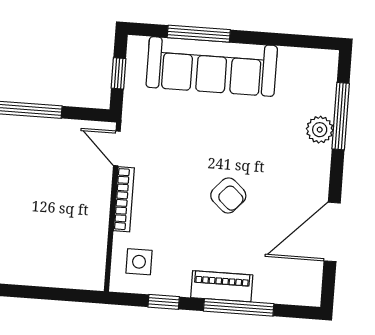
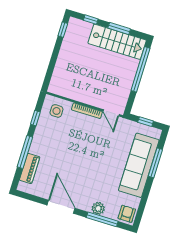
door: (117, 148) -> (111, 113), swing flipped
armchair: (228, 195) -> (127, 214), moved, turned 138
door: (332, 232) -> (61, 207), moved
piano: (222, 286) -> (30, 168), moved

